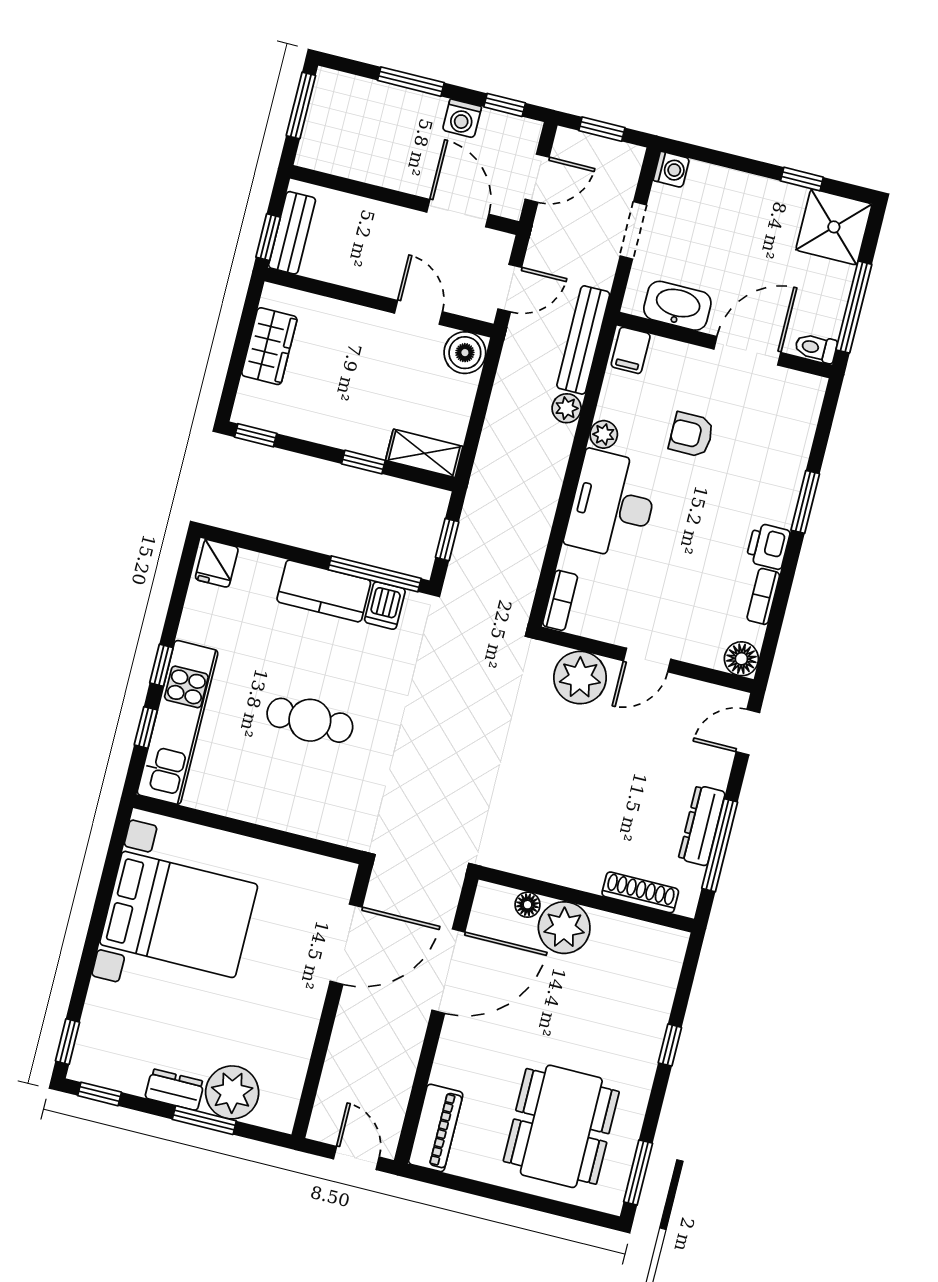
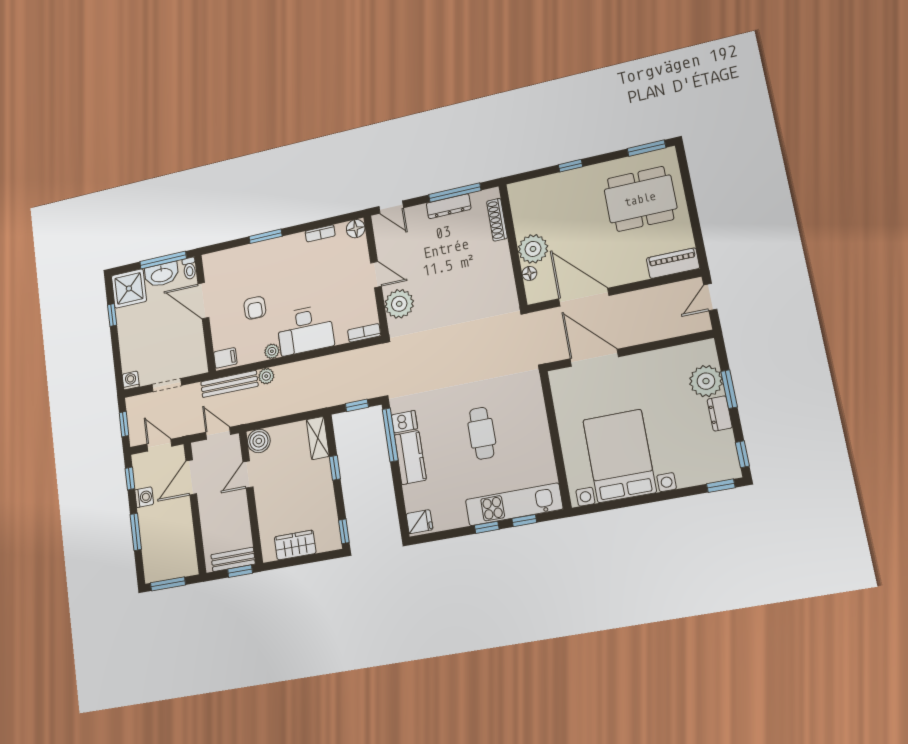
washbasin: (677, 306) -> (162, 275), moved, turned -90
printer: (768, 546) -> (294, 243), removed

